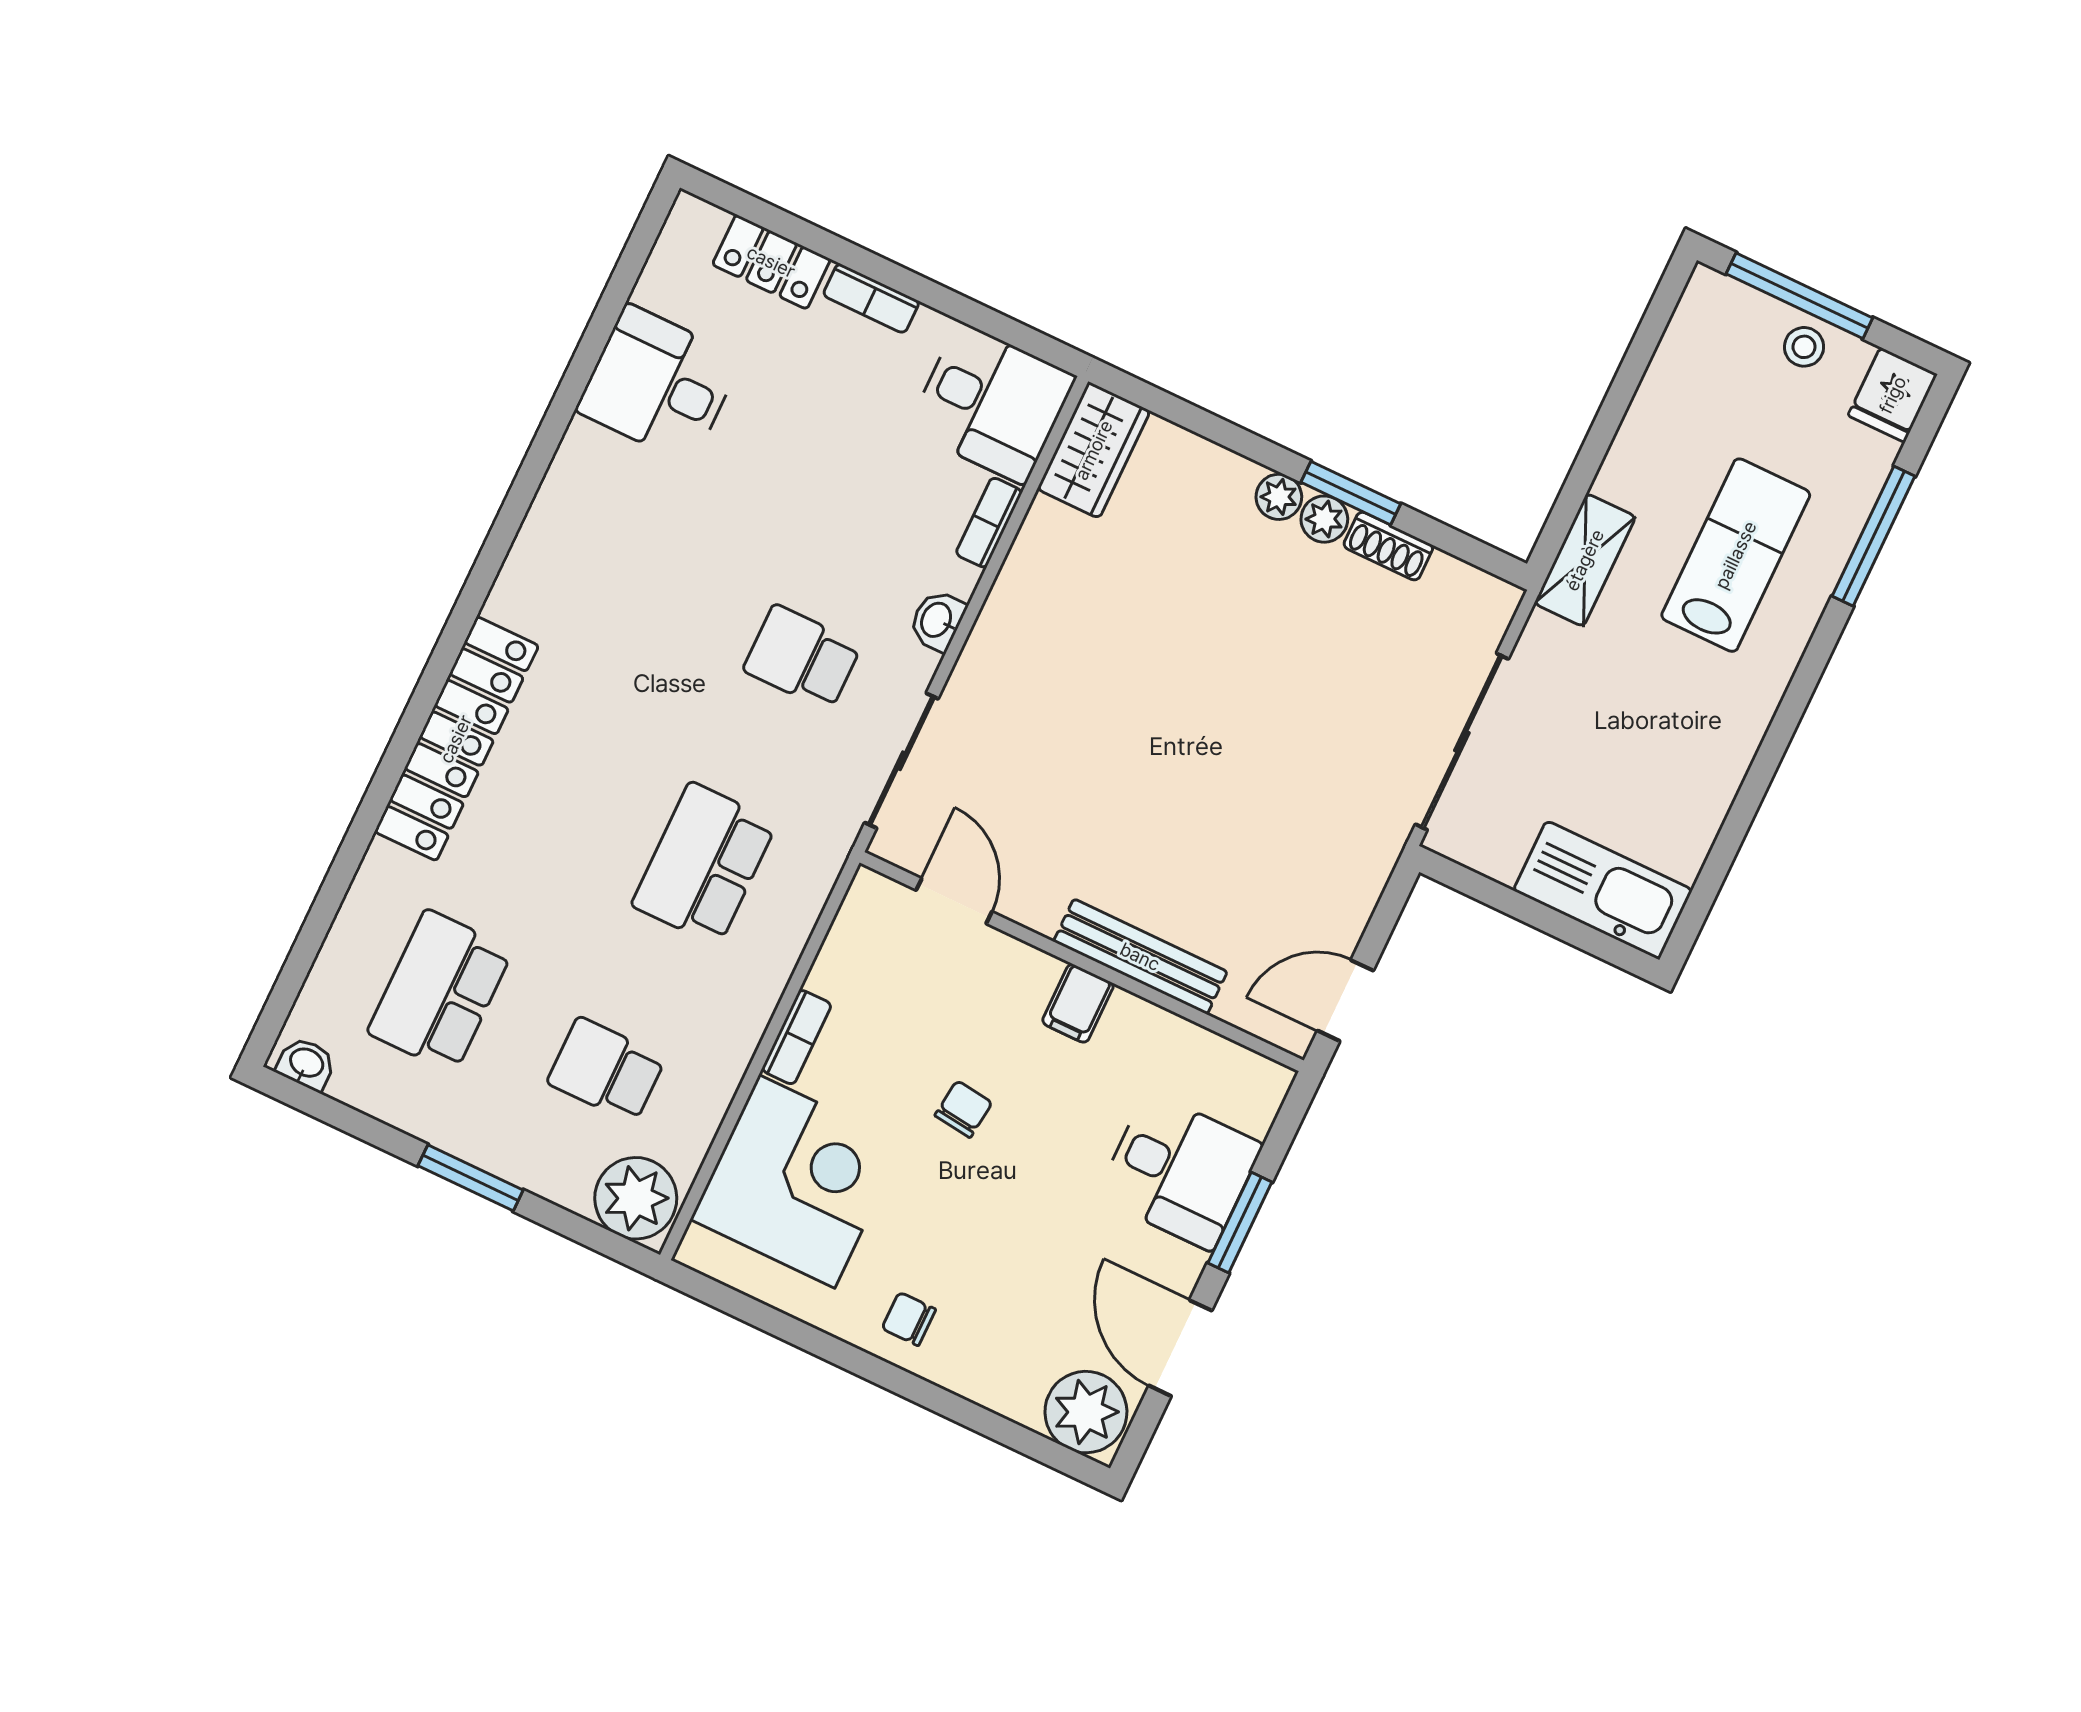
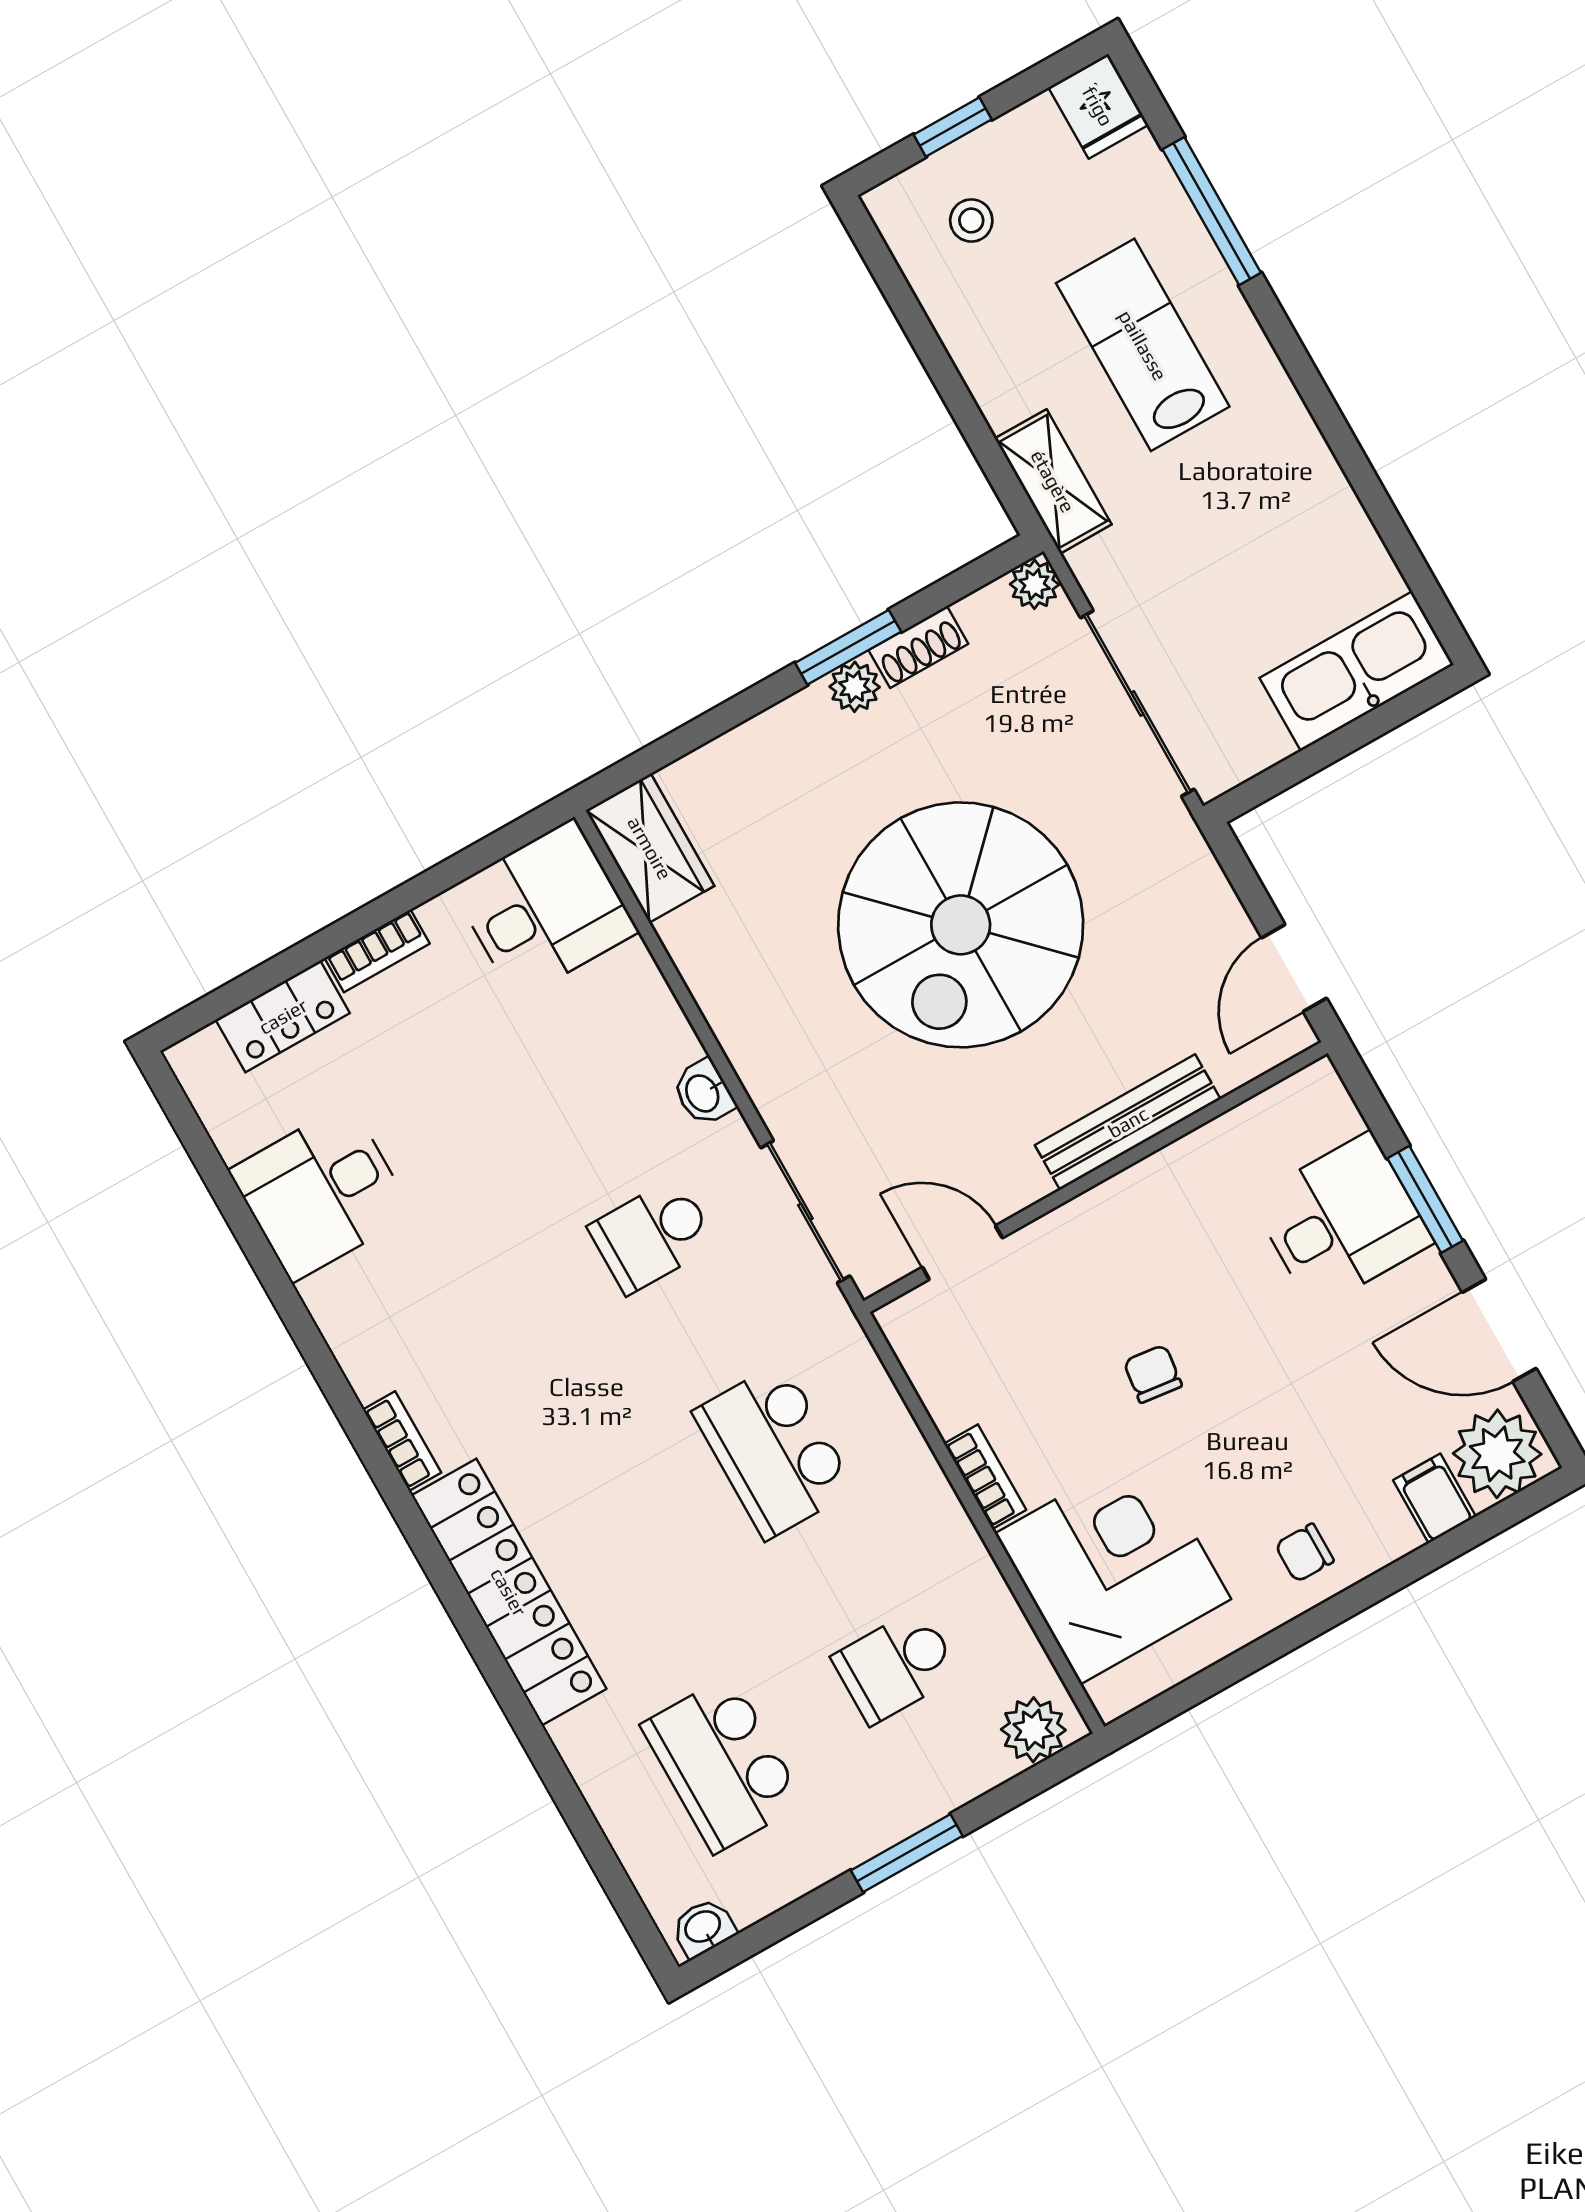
window: (1799, 296) -> (953, 127), width x0.46
stool: (1804, 347) -> (971, 220), moved
plant: (1279, 497) -> (1035, 584), moved
bookcase: (989, 523) -> (402, 1441), moved, turned 180
spiral stairs: (1201, 726) -> (961, 925), added
filing cabinet: (1078, 1003) -> (1434, 1498), moved, turned 180
plant: (636, 1198) -> (1033, 1730), width x0.73, depth x0.73

